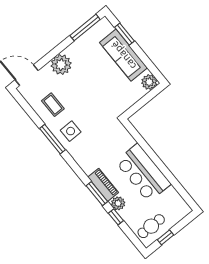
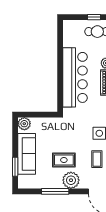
window: (85, 27) -> (55, 191), moved
rug: (84, 78) -> (64, 160), added
bar counter: (143, 173) -> (75, 77), width x1.36

